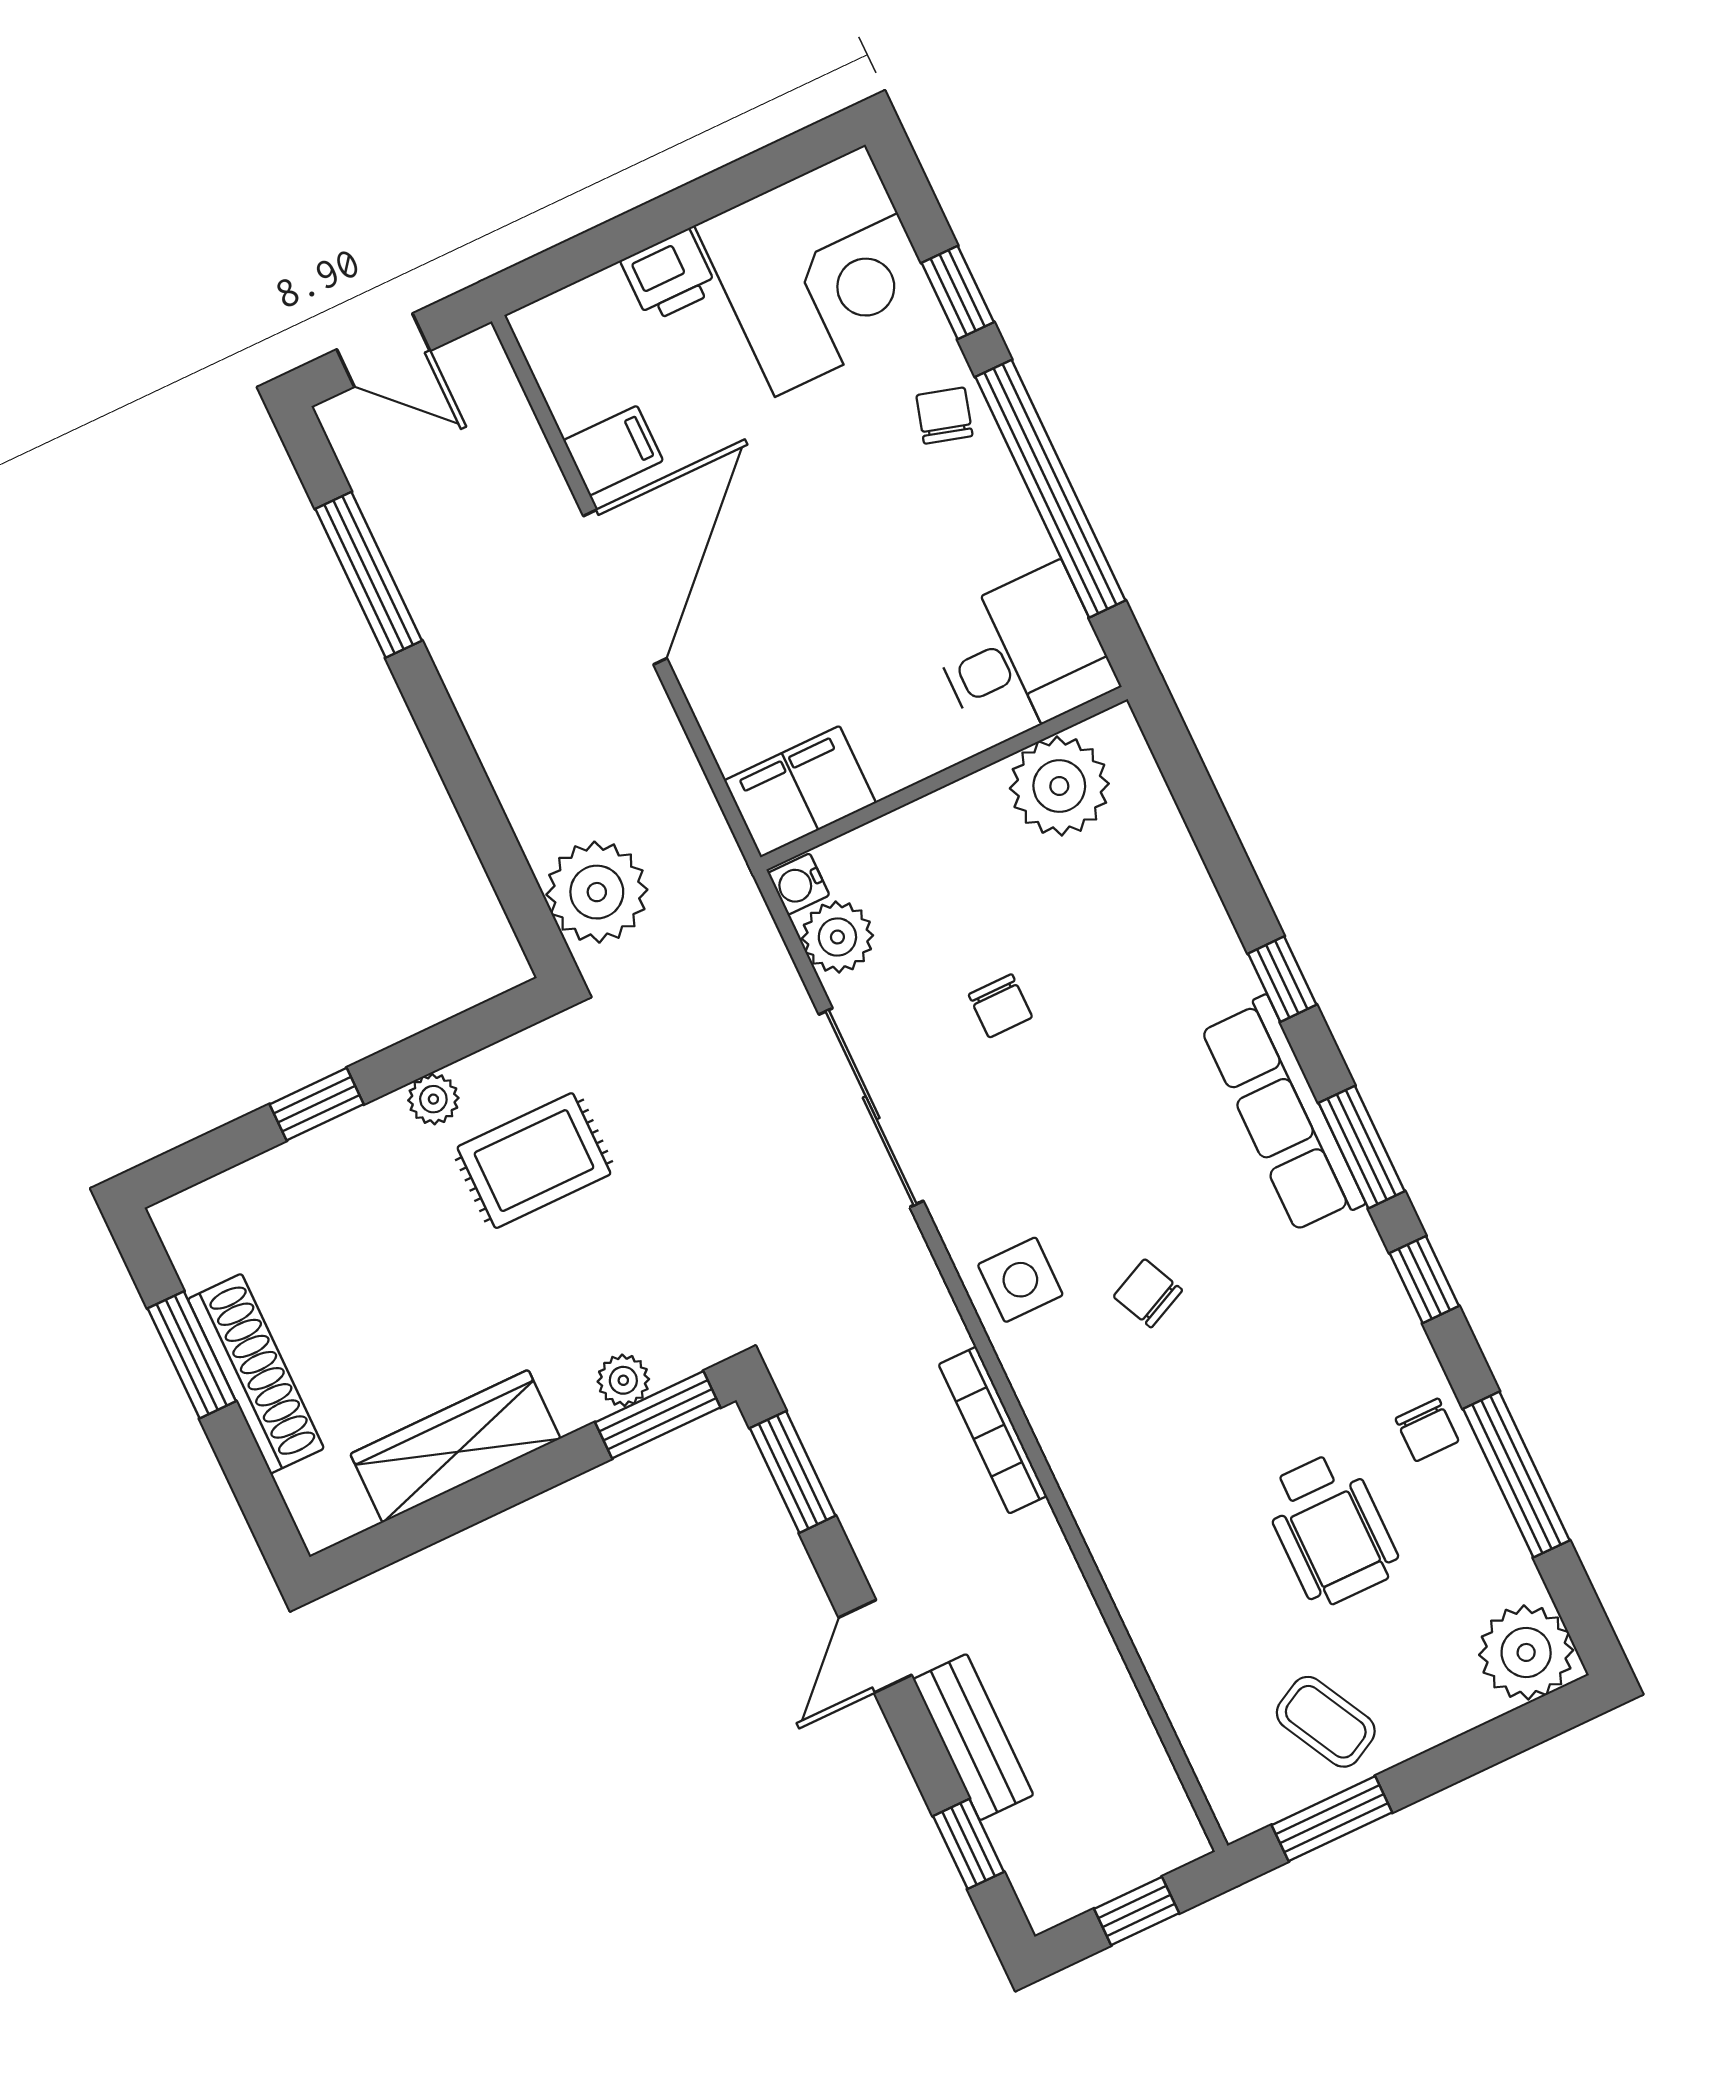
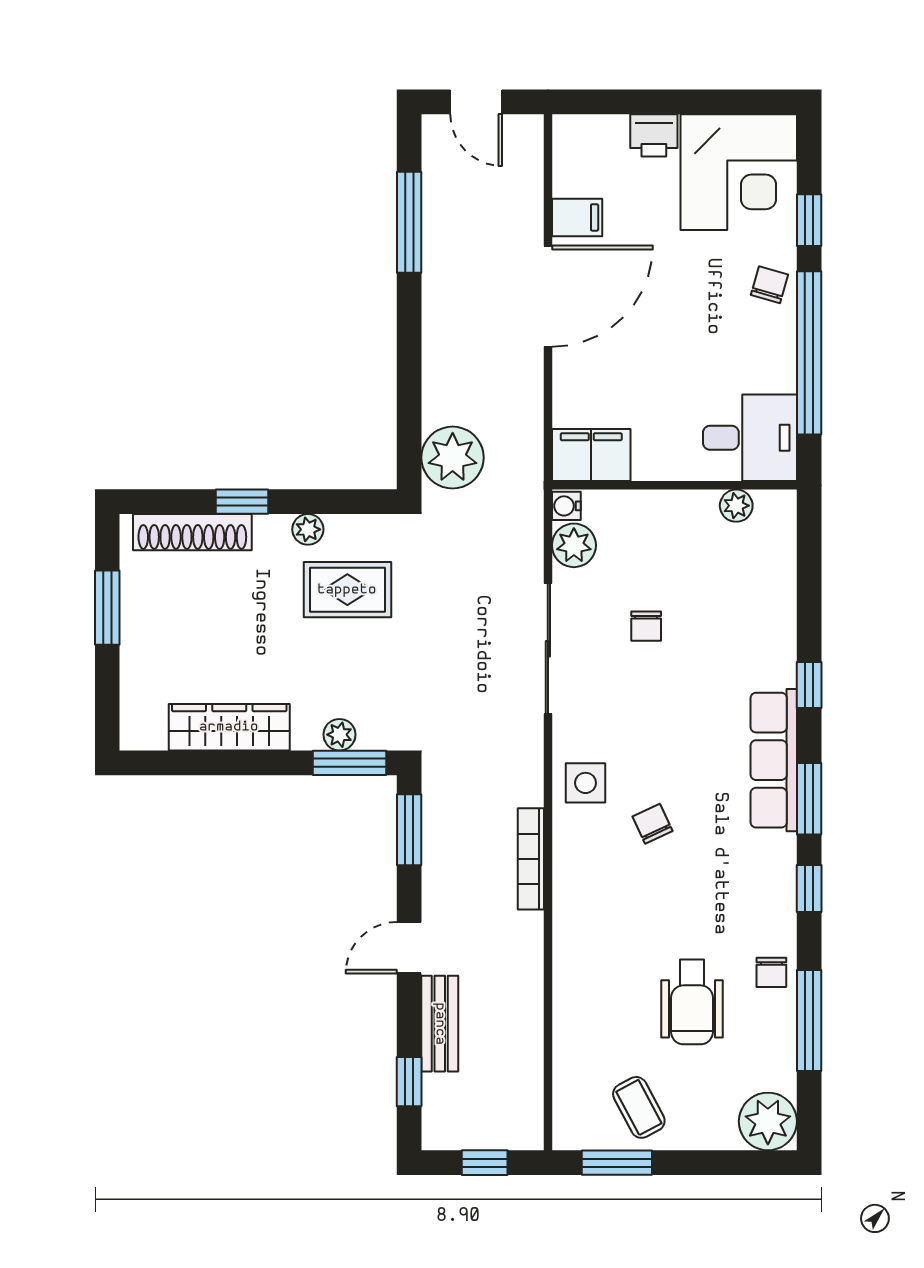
plant: (1059, 786) -> (736, 506), width x0.53, depth x0.53
shoe rack: (256, 1374) -> (192, 532), moved, turned 90

